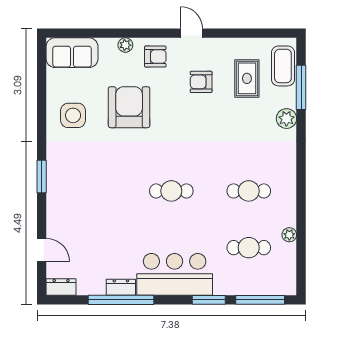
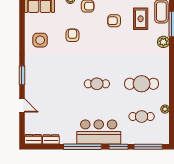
armchair: (129, 107) -> (72, 35), width x0.53, depth x0.53
cafe table: (249, 191) -> (142, 84), width x1.37, depth x1.35
door: (42, 250) -> (22, 105), moved
dresser: (121, 287) -> (51, 139), moved
window: (121, 300) -> (82, 147), moved

